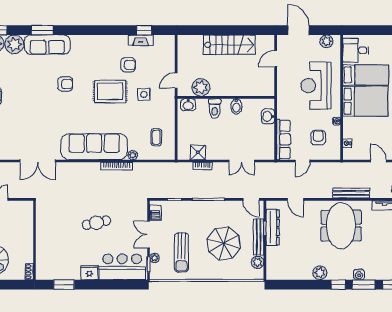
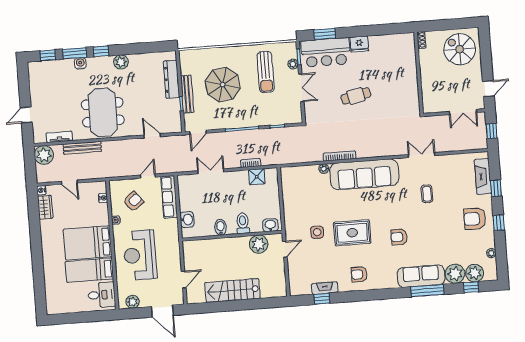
window: (42, 30) -> (427, 291), width x1.44
armchair: (128, 65) -> (359, 274), moved
reception desk: (316, 86) -> (140, 255), turned 180
coffee table: (156, 137) -> (427, 194), moved
armchair: (318, 138) -> (133, 201), turned -129
double door: (38, 161) -> (422, 155), width x0.73
bench: (351, 193) -> (82, 148), moved
door: (251, 199) -> (198, 132), swing flipped
barbecue: (155, 213) -> (296, 111), removed
dresser: (273, 227) -> (171, 79), moved
sun lounger: (182, 252) -> (266, 72), turned 180
plant: (258, 262) -> (186, 68), removed
window: (64, 285) -> (325, 34), moved

